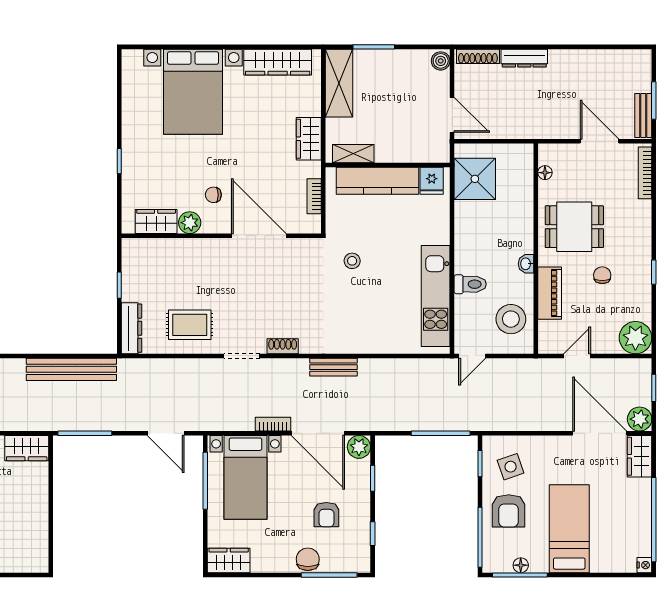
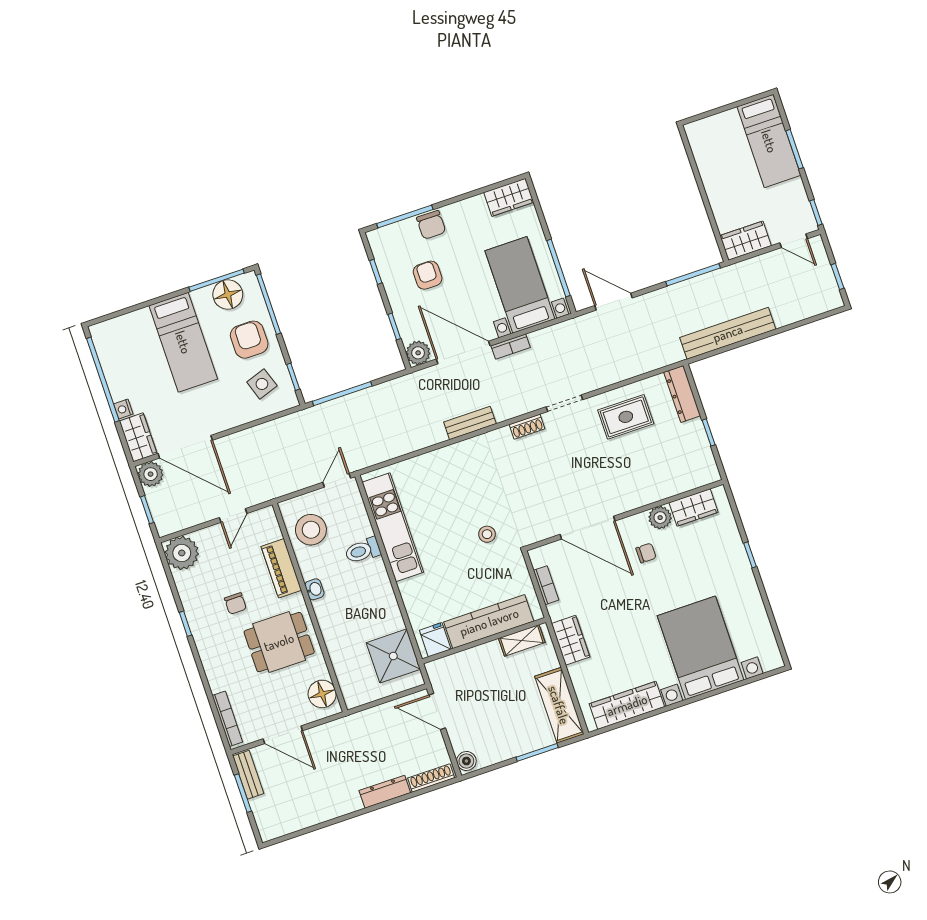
floor lamp: (545, 173) -> (322, 694), width x1.89, depth x1.89
floor lamp: (521, 565) -> (228, 294), width x1.89, depth x1.89
nightstand: (644, 565) -> (123, 409), moved

